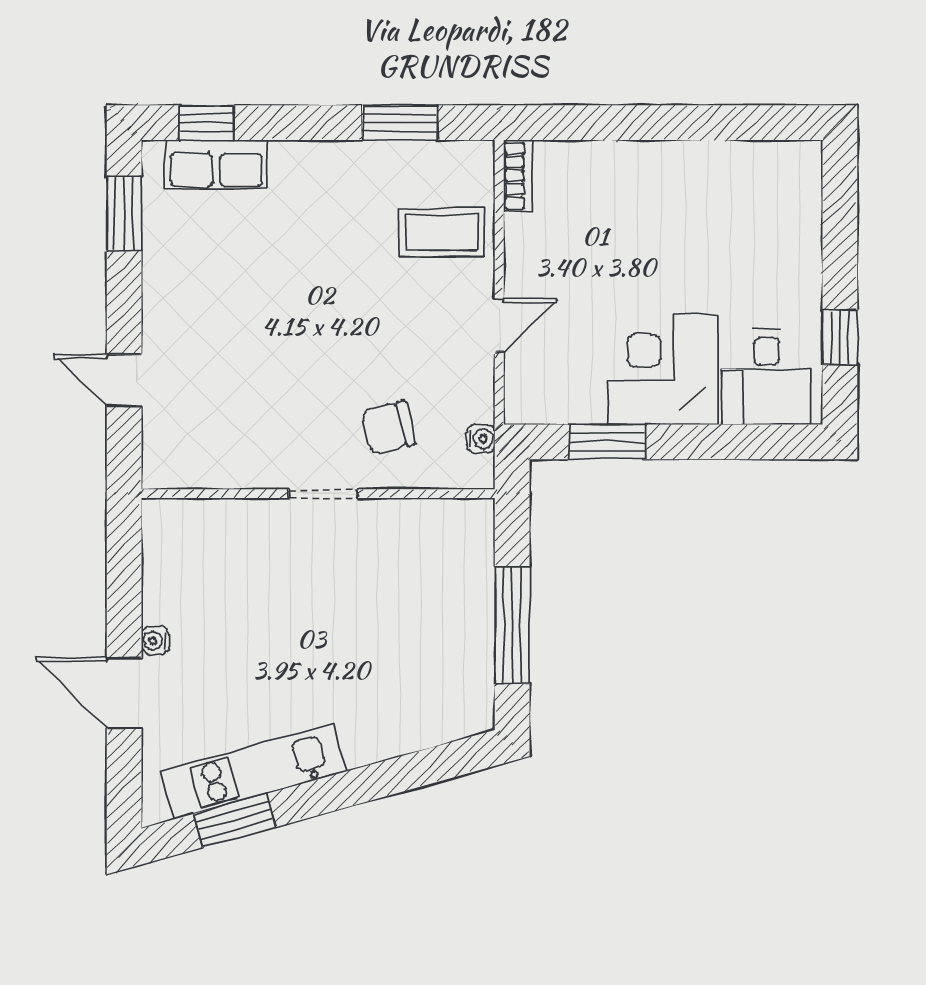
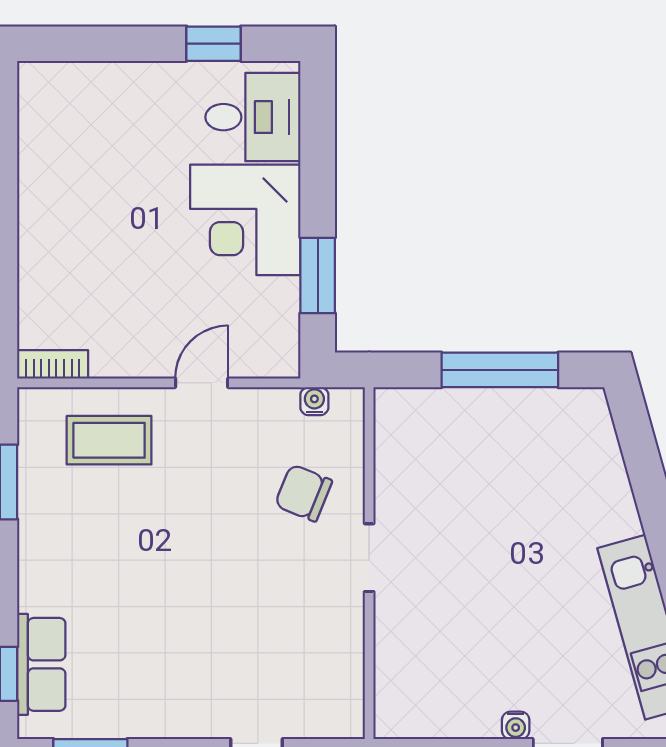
coffee table: (442, 232) -> (109, 440), turned 90
door: (499, 325) -> (202, 383), hinge flipped
chair: (388, 428) -> (303, 493), turned 126

